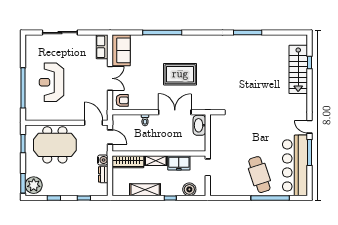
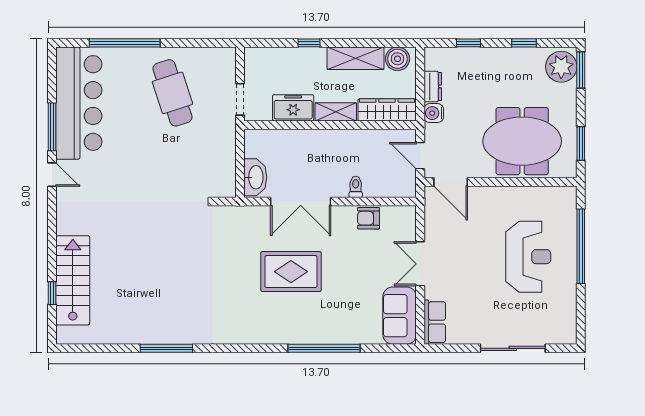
armchair: (122, 100) -> (368, 218), moved
cafe table: (259, 175) -> (173, 93), moved
boiler: (189, 189) -> (398, 59), moved

